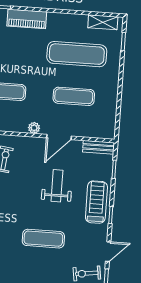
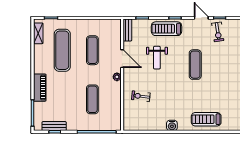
weight bench: (57, 186) -> (157, 58), turned -90

